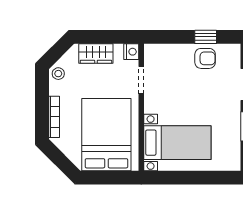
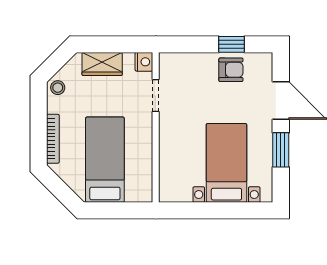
bed: (106, 135) -> (105, 160), width x0.67
bed with nightstands: (177, 143) -> (226, 163), moved, turned -90

